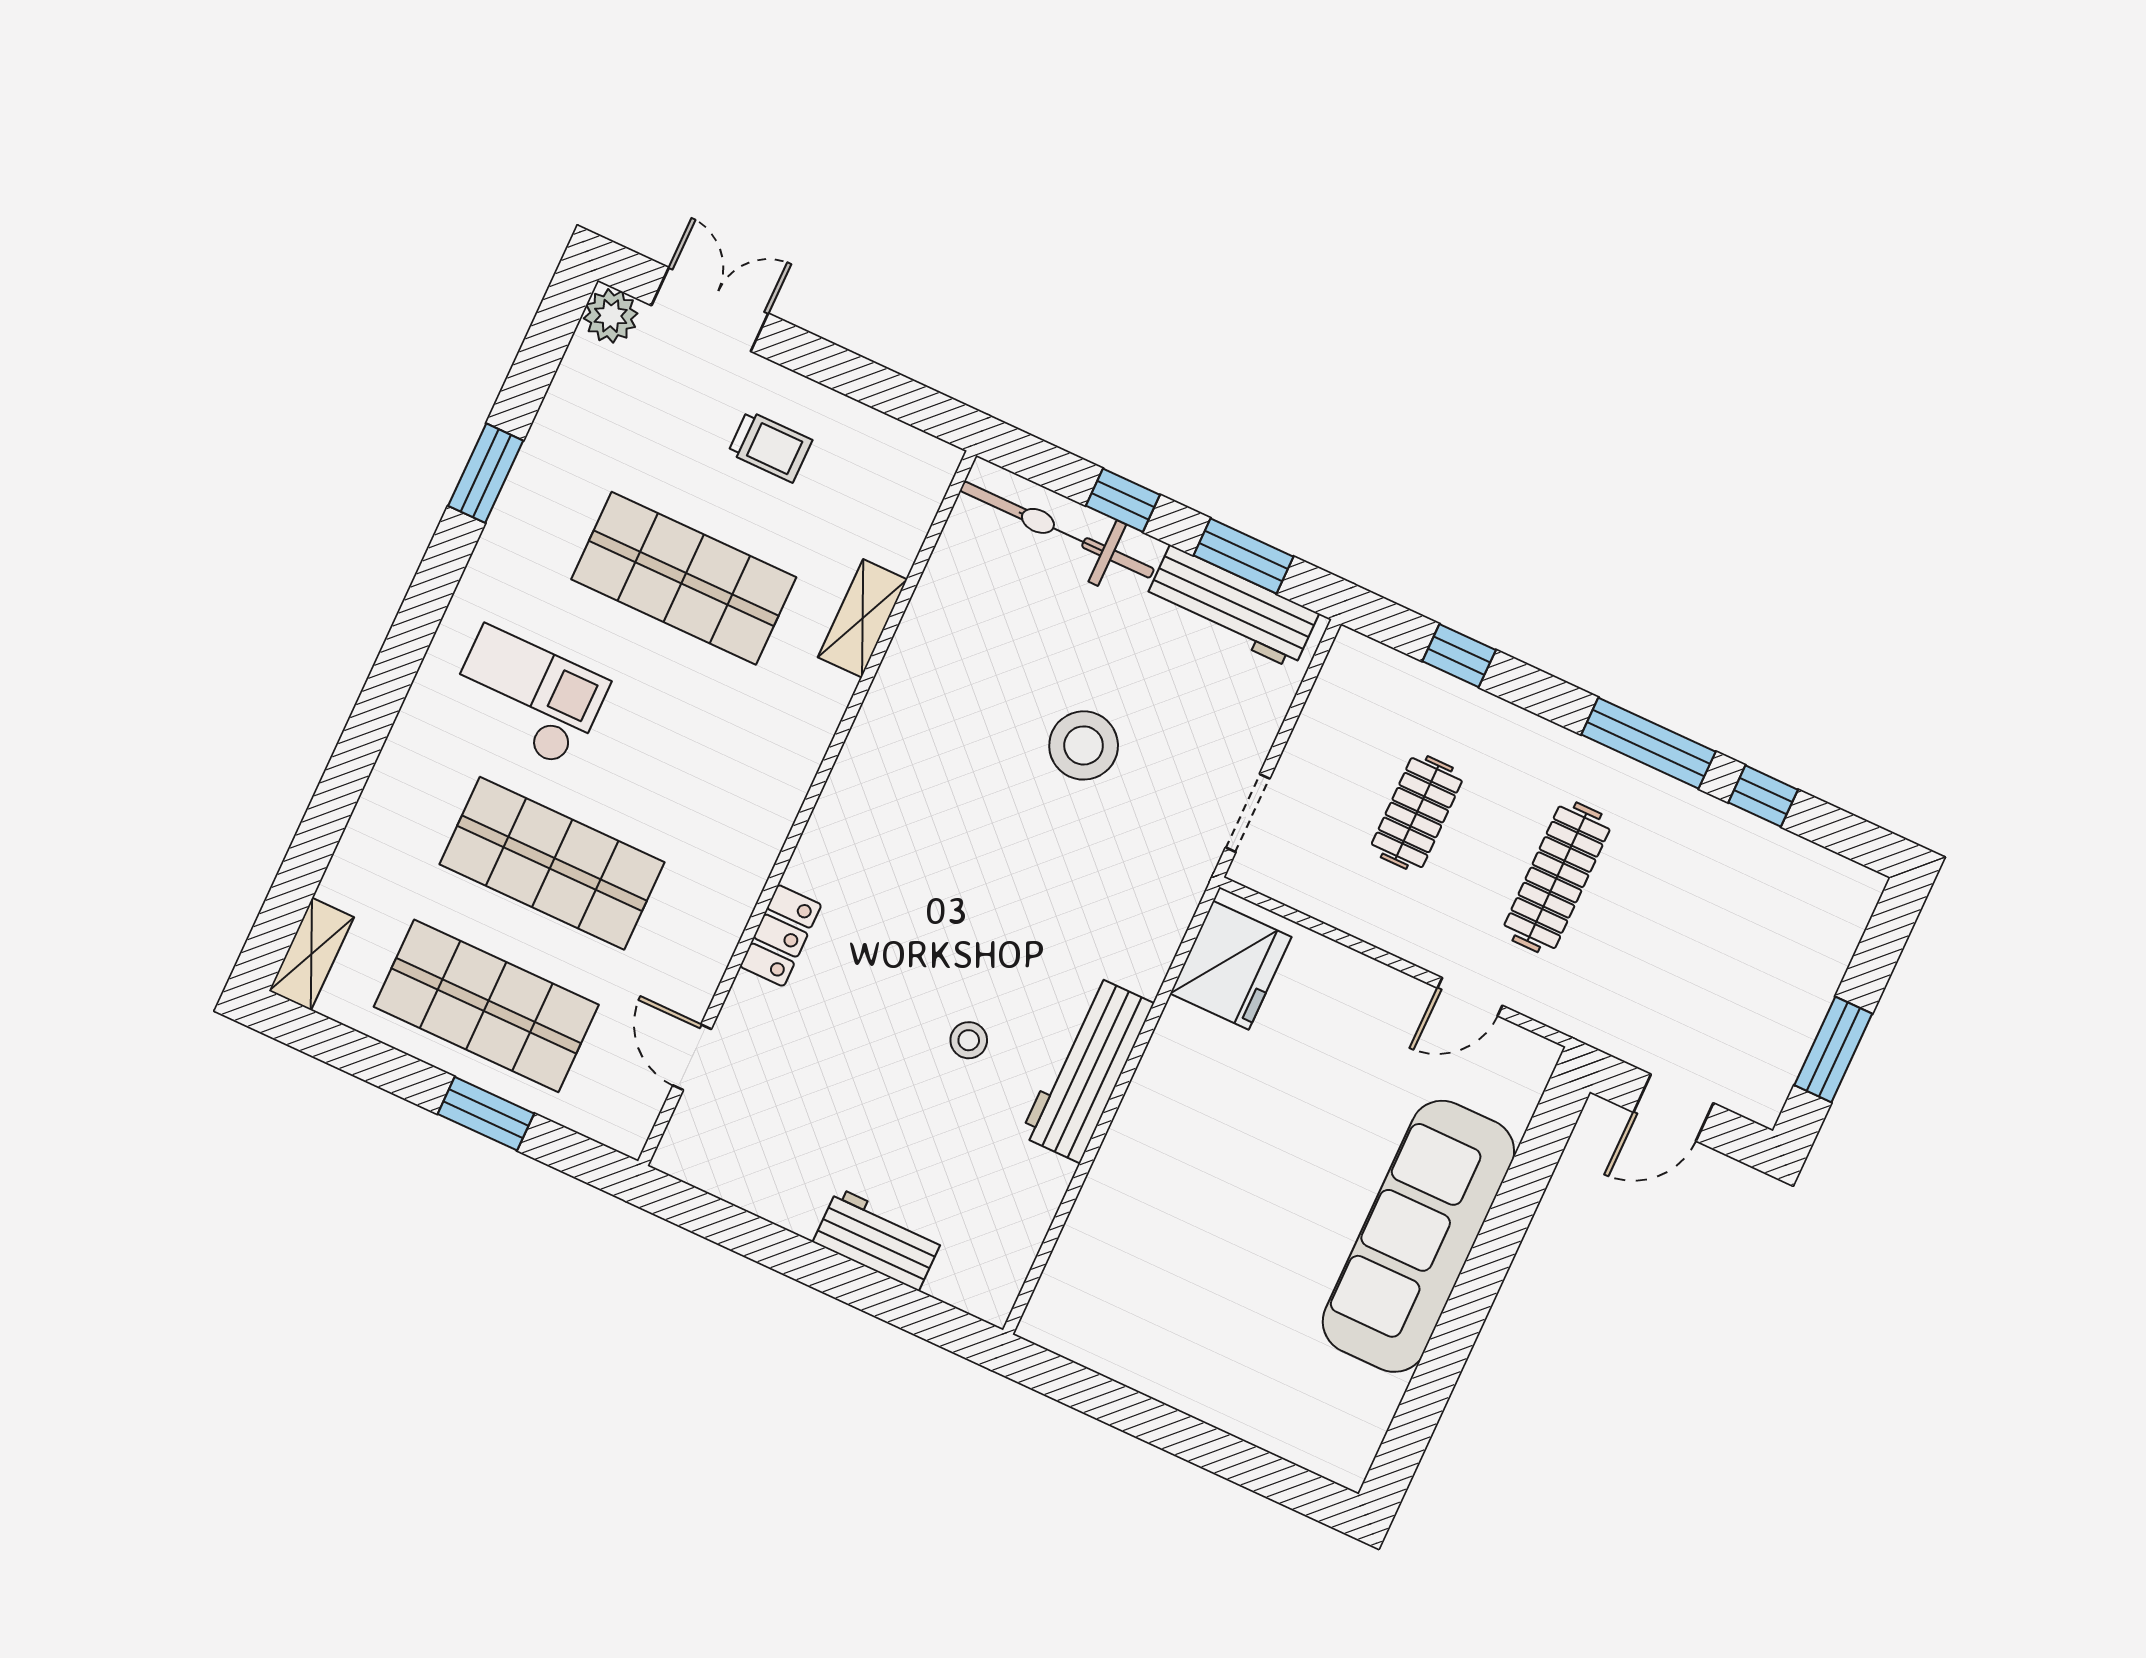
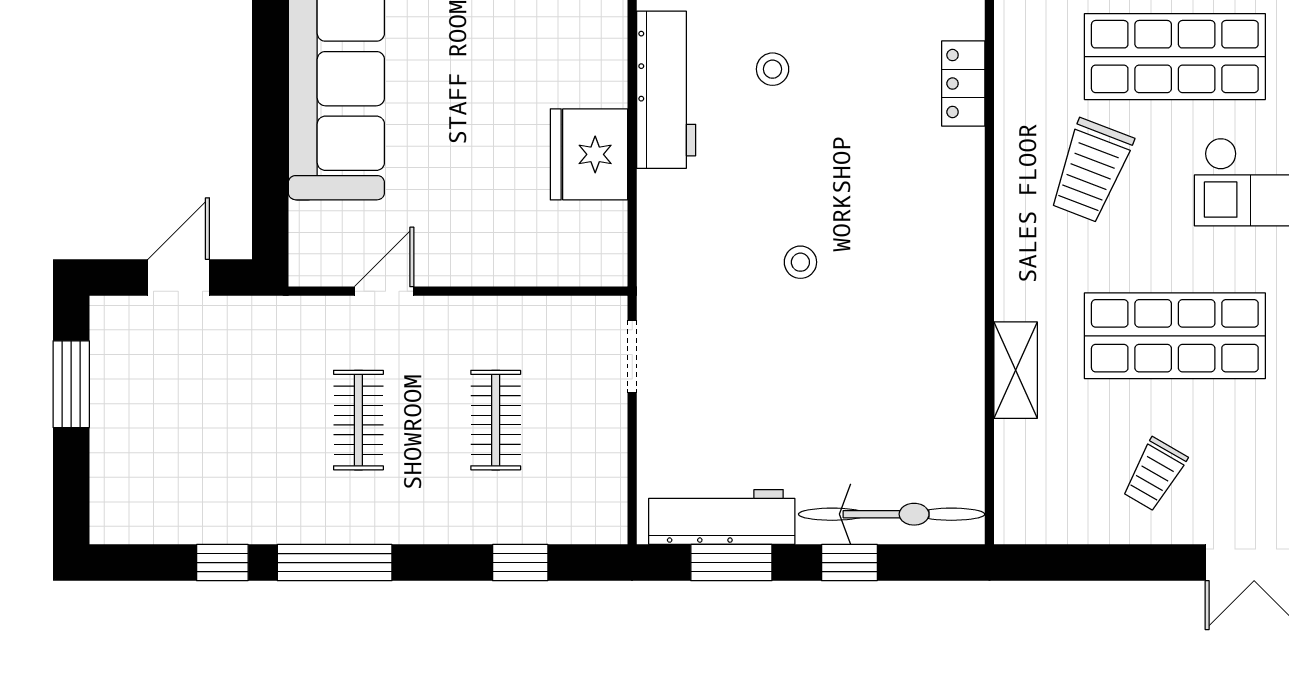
trolley: (770, 446) -> (1154, 474), turned -60
stool: (1084, 745) -> (800, 262), moved, width x0.53, depth x0.53
trolley: (692, 786) -> (1091, 171), added
clothes rail: (1557, 877) -> (358, 420), width x0.73
fridge: (1231, 965) -> (589, 154), moved

